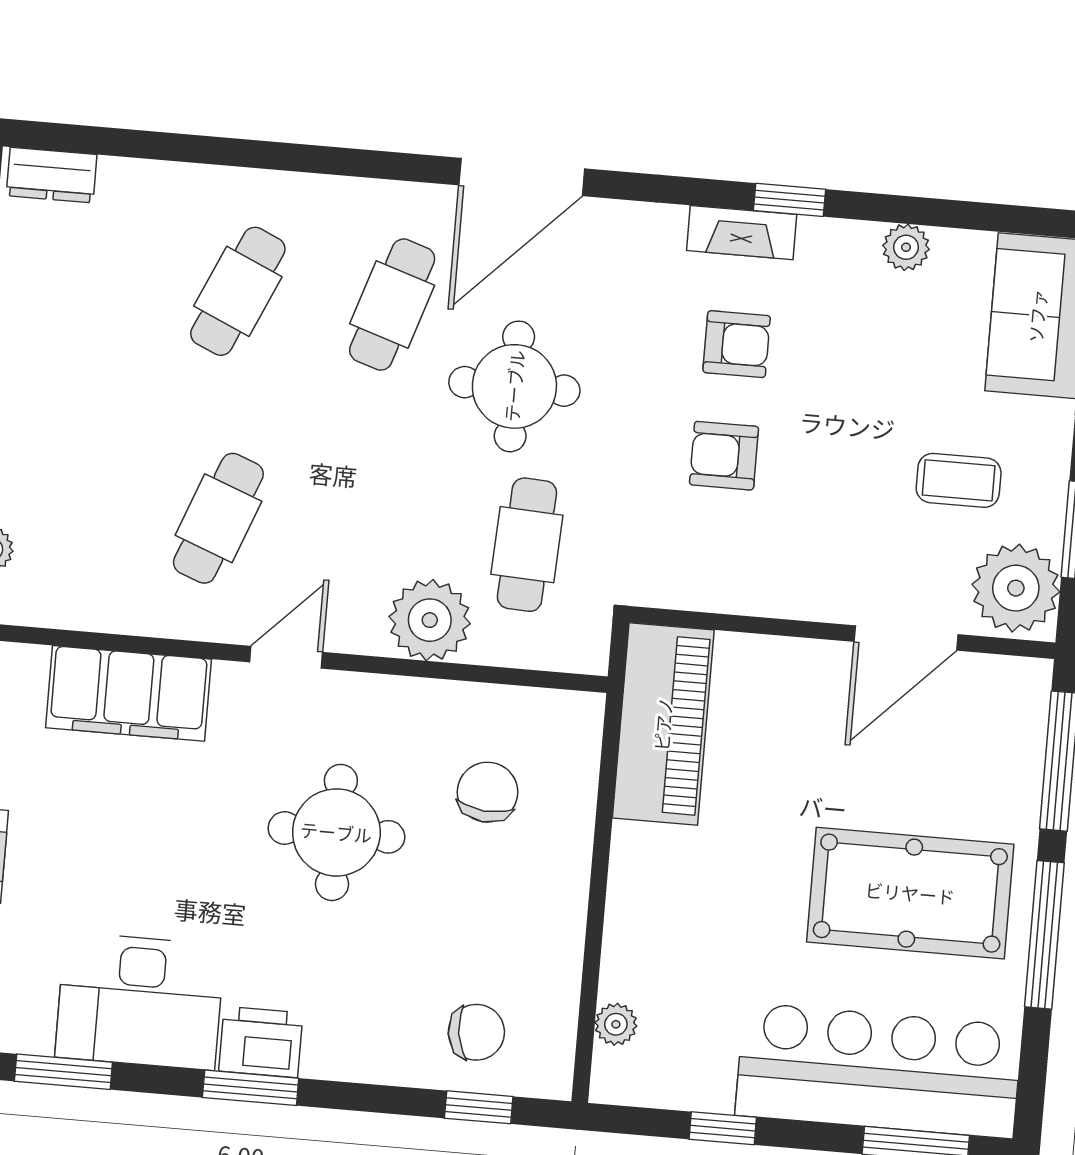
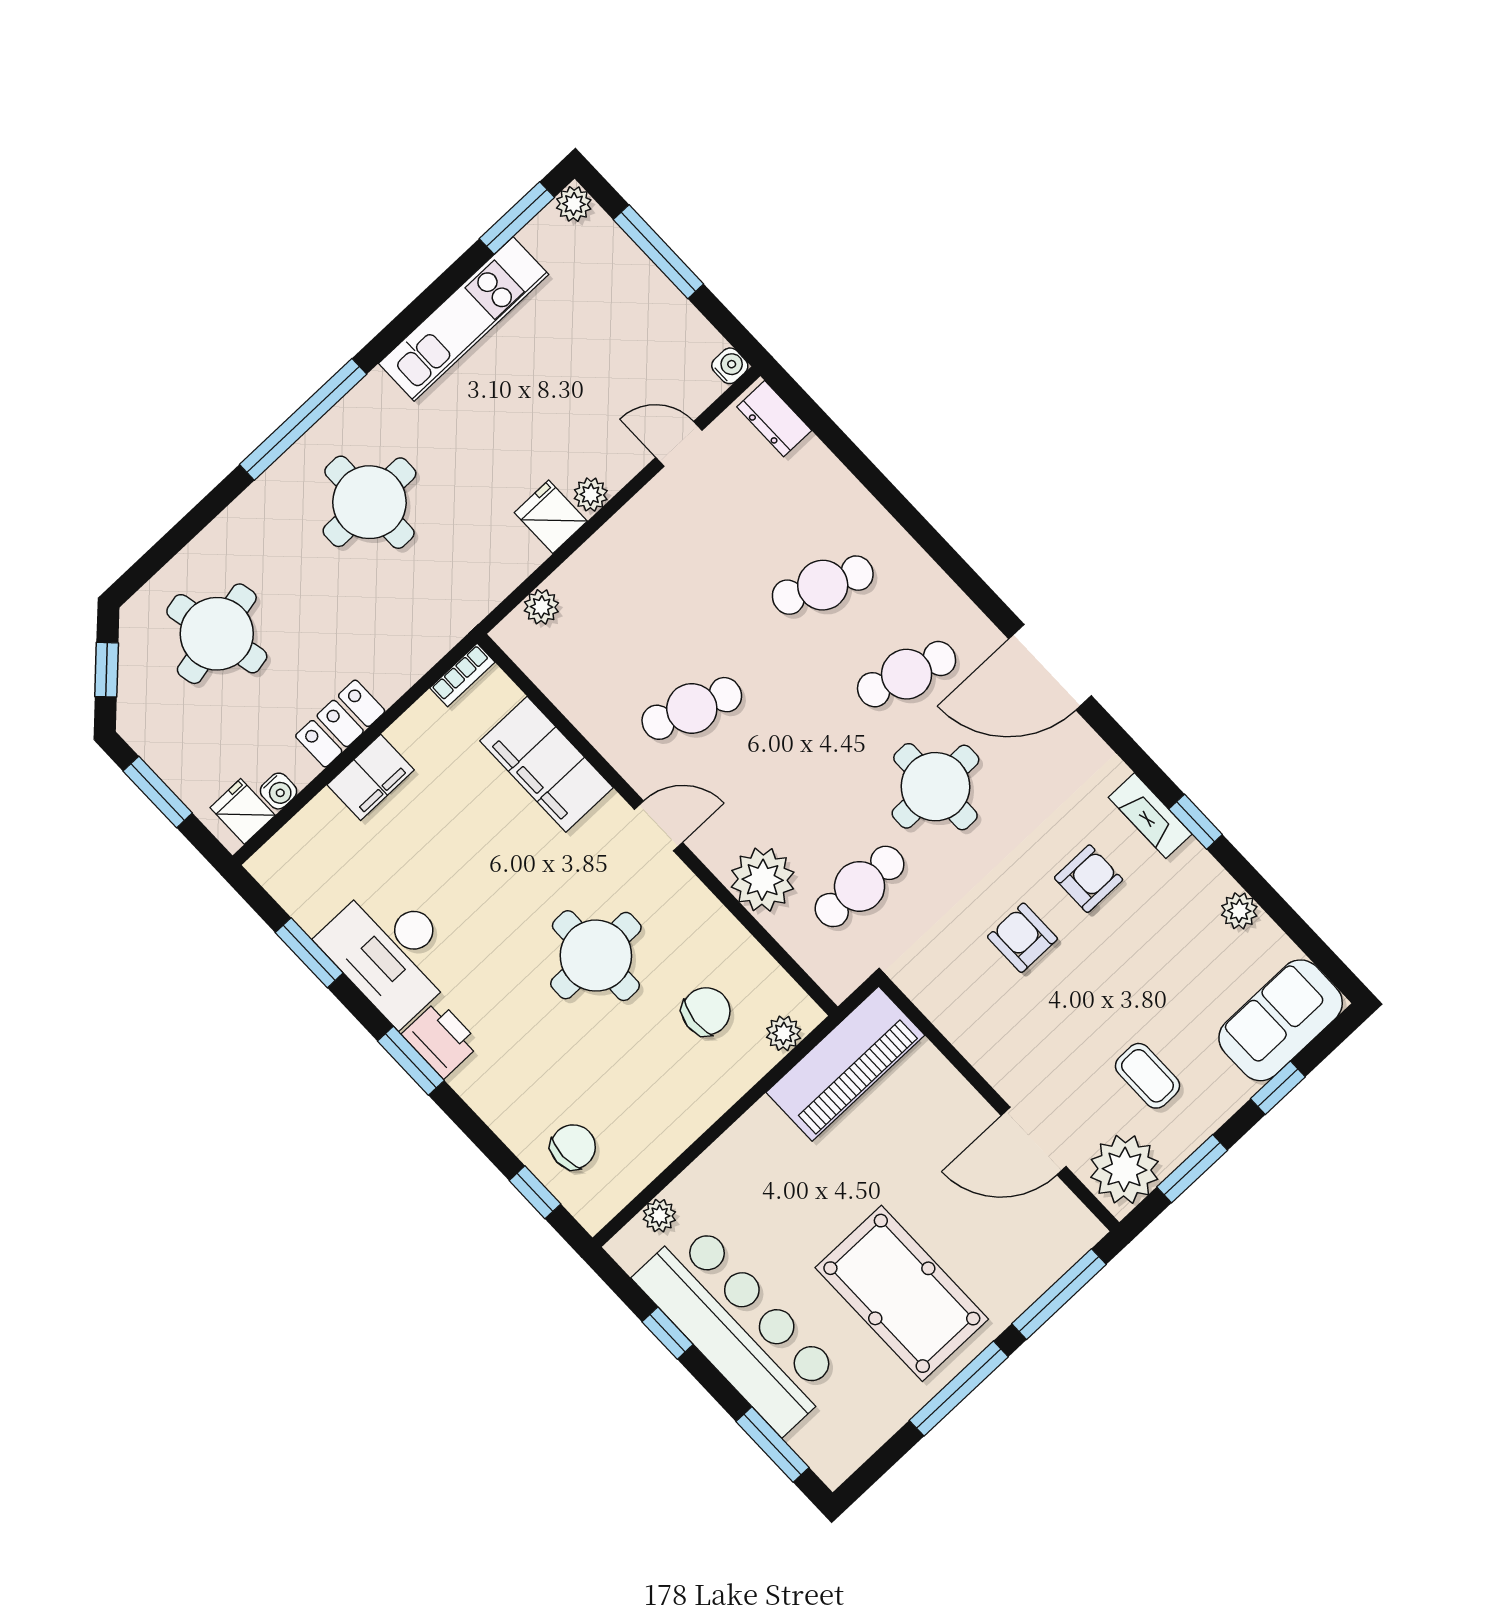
armchair: (737, 344) -> (1089, 879), turned -90
plant: (579, 747) -> (784, 1033), added
chair: (476, 1032) -> (573, 1147), turned -82
bar counter: (879, 1071) -> (739, 1327), moved

